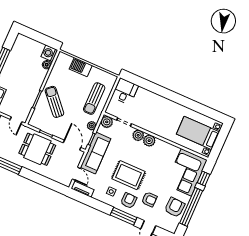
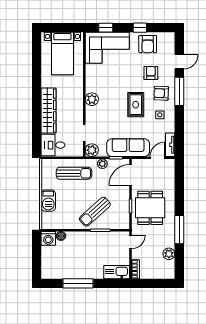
wardrobe: (156, 100) -> (49, 111), added
plant: (138, 135) -> (91, 113), removed
rug: (129, 175) -> (136, 105), width x0.73, depth x0.70
armchair: (175, 207) -> (148, 44), turned -93
window: (191, 207) -> (140, 28), width x0.32

